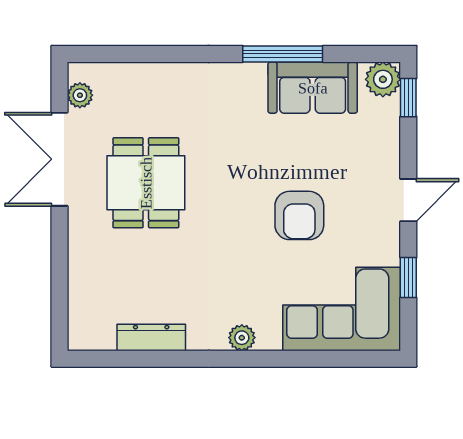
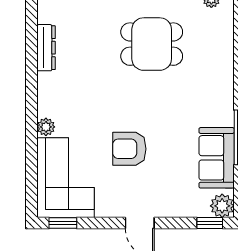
window: (408, 277) -> (63, 223), moved
plant: (242, 338) -> (46, 127), moved

